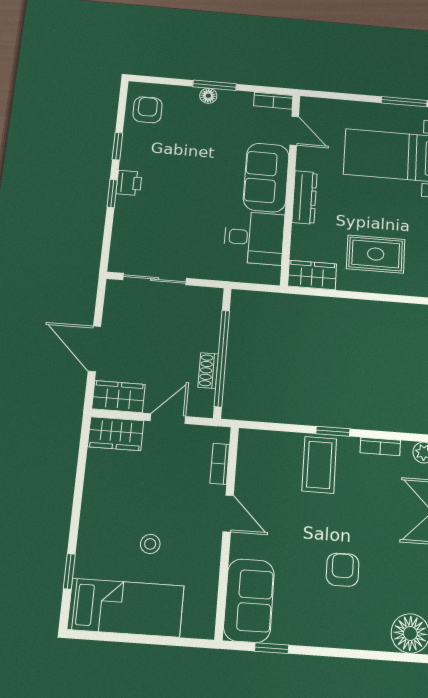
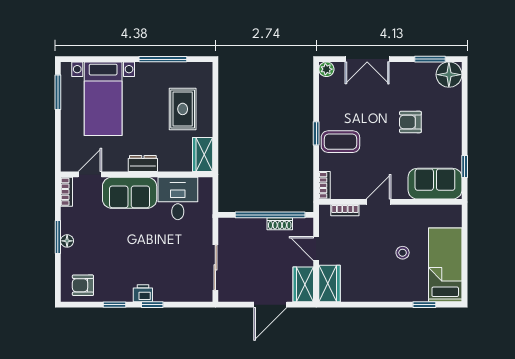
dresser: (304, 197) -> (143, 164), width x0.70
bookcase: (380, 447) -> (324, 185), moved

